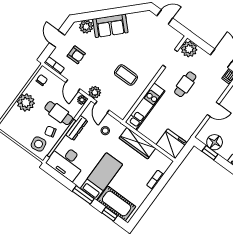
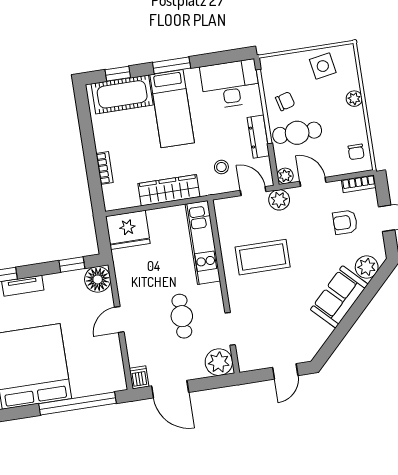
coffee table: (126, 75) -> (263, 257), width x1.36, depth x1.32
plant: (26, 102) -> (354, 99), width x0.53, depth x0.53
floor lamp: (215, 142) -> (98, 279), moved
side table: (39, 144) -> (323, 66), moved

